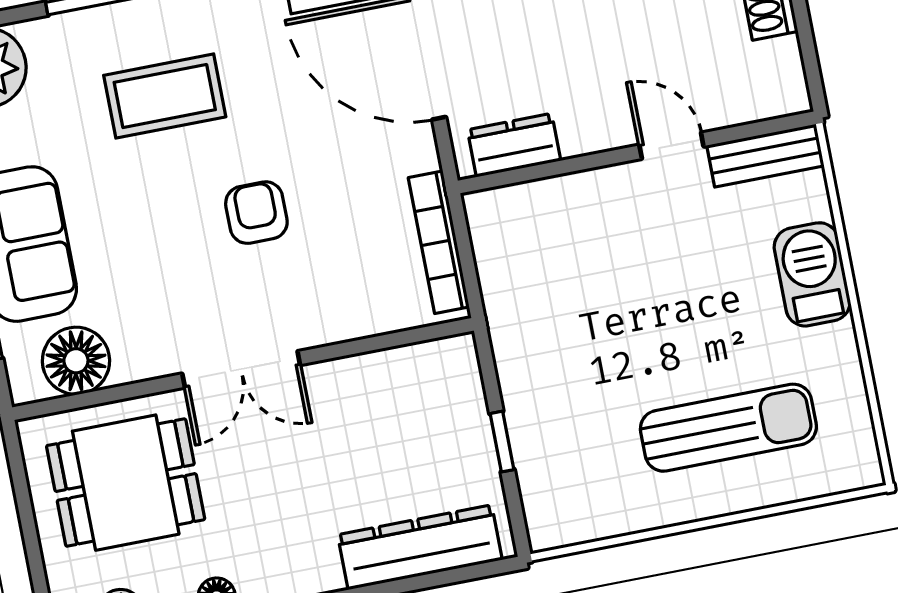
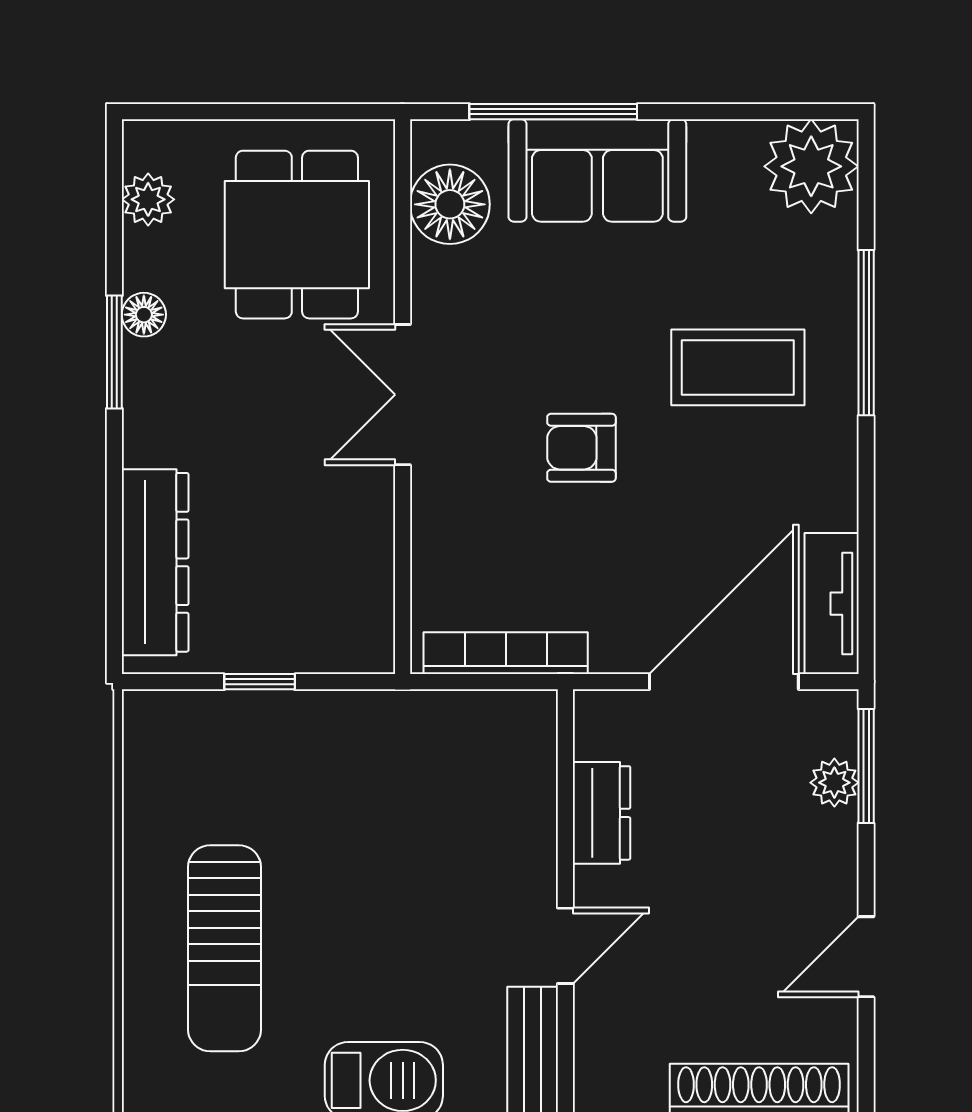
coffee table: (165, 96) -> (738, 367), turned 90
dresser: (514, 145) -> (602, 813), moved
armchair: (256, 213) -> (581, 448), turned 180

